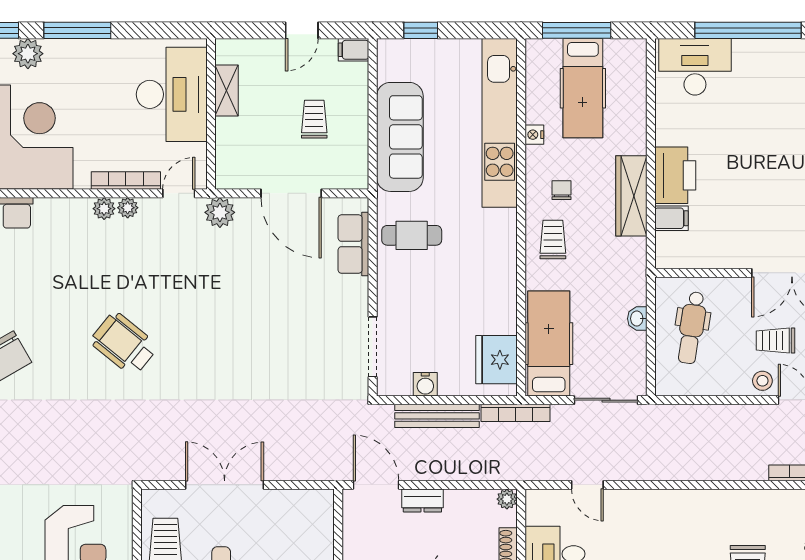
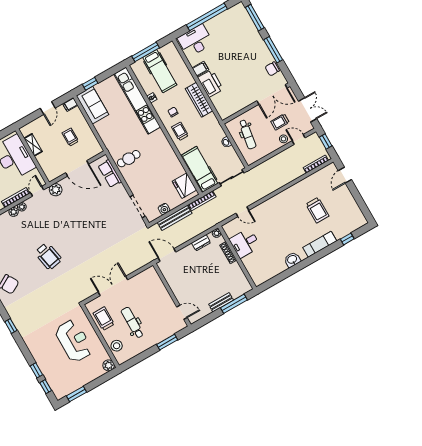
sofa: (400, 137) -> (92, 105), moved, width x0.73
filing cabinet: (671, 218) -> (200, 69), moved
wheelchair: (124, 344) -> (48, 256), turned -140
dresser: (422, 501) -> (201, 243), moved

